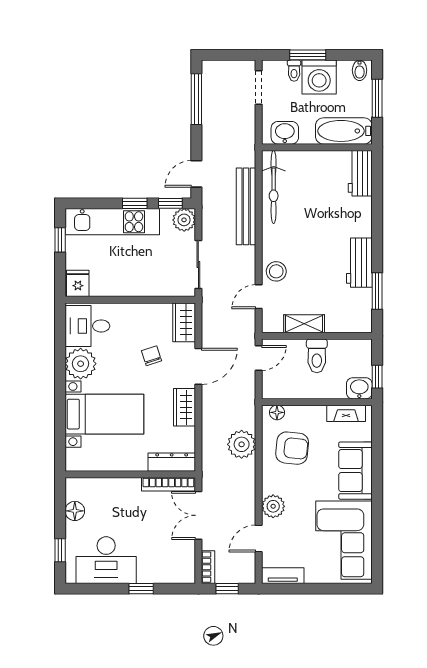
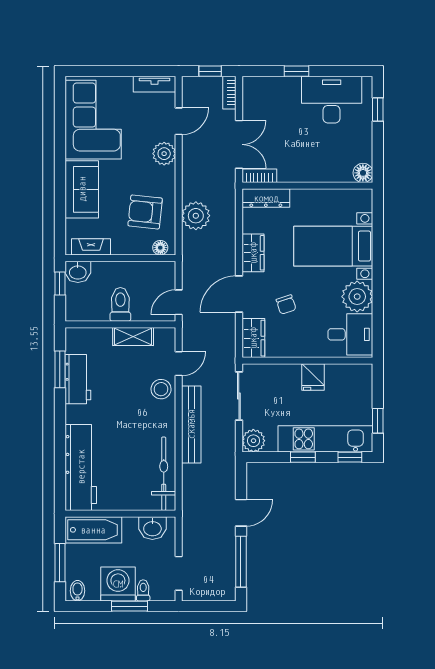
workbench: (360, 173) -> (81, 467), width x1.88, depth x1.32
door: (196, 174) -> (241, 513), moved
window: (170, 203) -> (350, 457), moved
bench: (246, 206) -> (191, 424), moved
workbench: (359, 263) -> (78, 379), moved
fridge: (78, 283) -> (313, 377), moved
bookcase: (168, 484) -> (259, 176), width x0.64
floor lamp: (75, 511) -> (363, 173), moved

